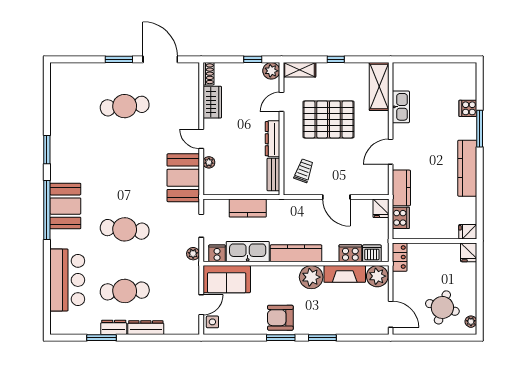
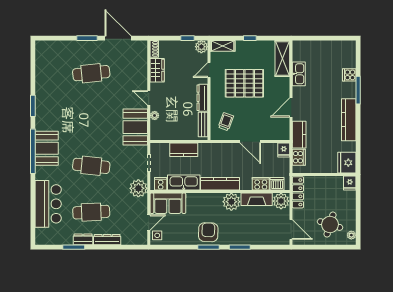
fridge: (468, 232) -> (347, 163), width x1.88, depth x1.34
plant: (193, 254) -> (138, 188), width x1.88, depth x1.88
locker: (400, 257) -> (298, 192), width x1.53
armchair: (280, 318) -> (208, 232), turned 92

